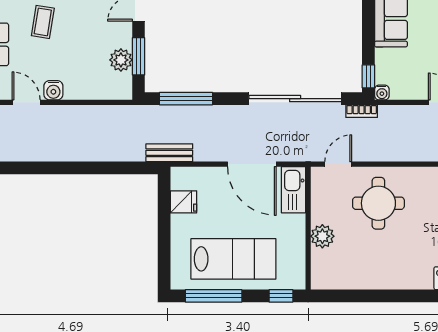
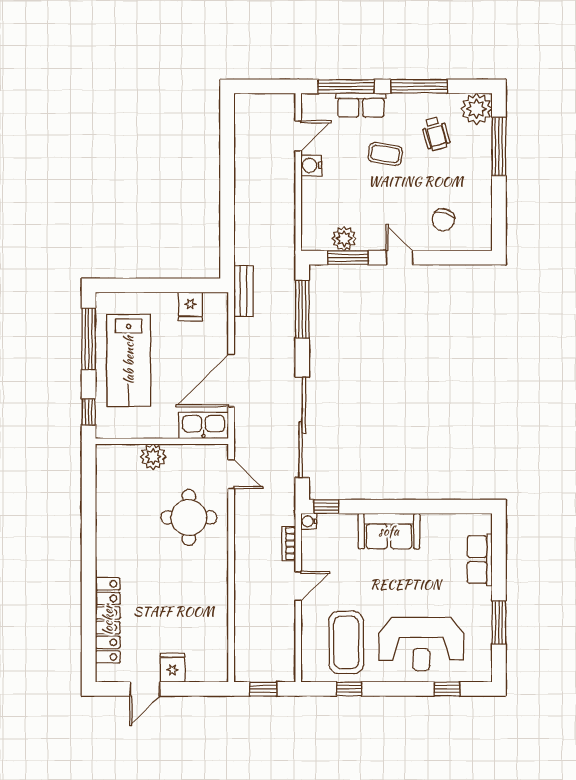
bookcase: (362, 111) -> (289, 544), moved

